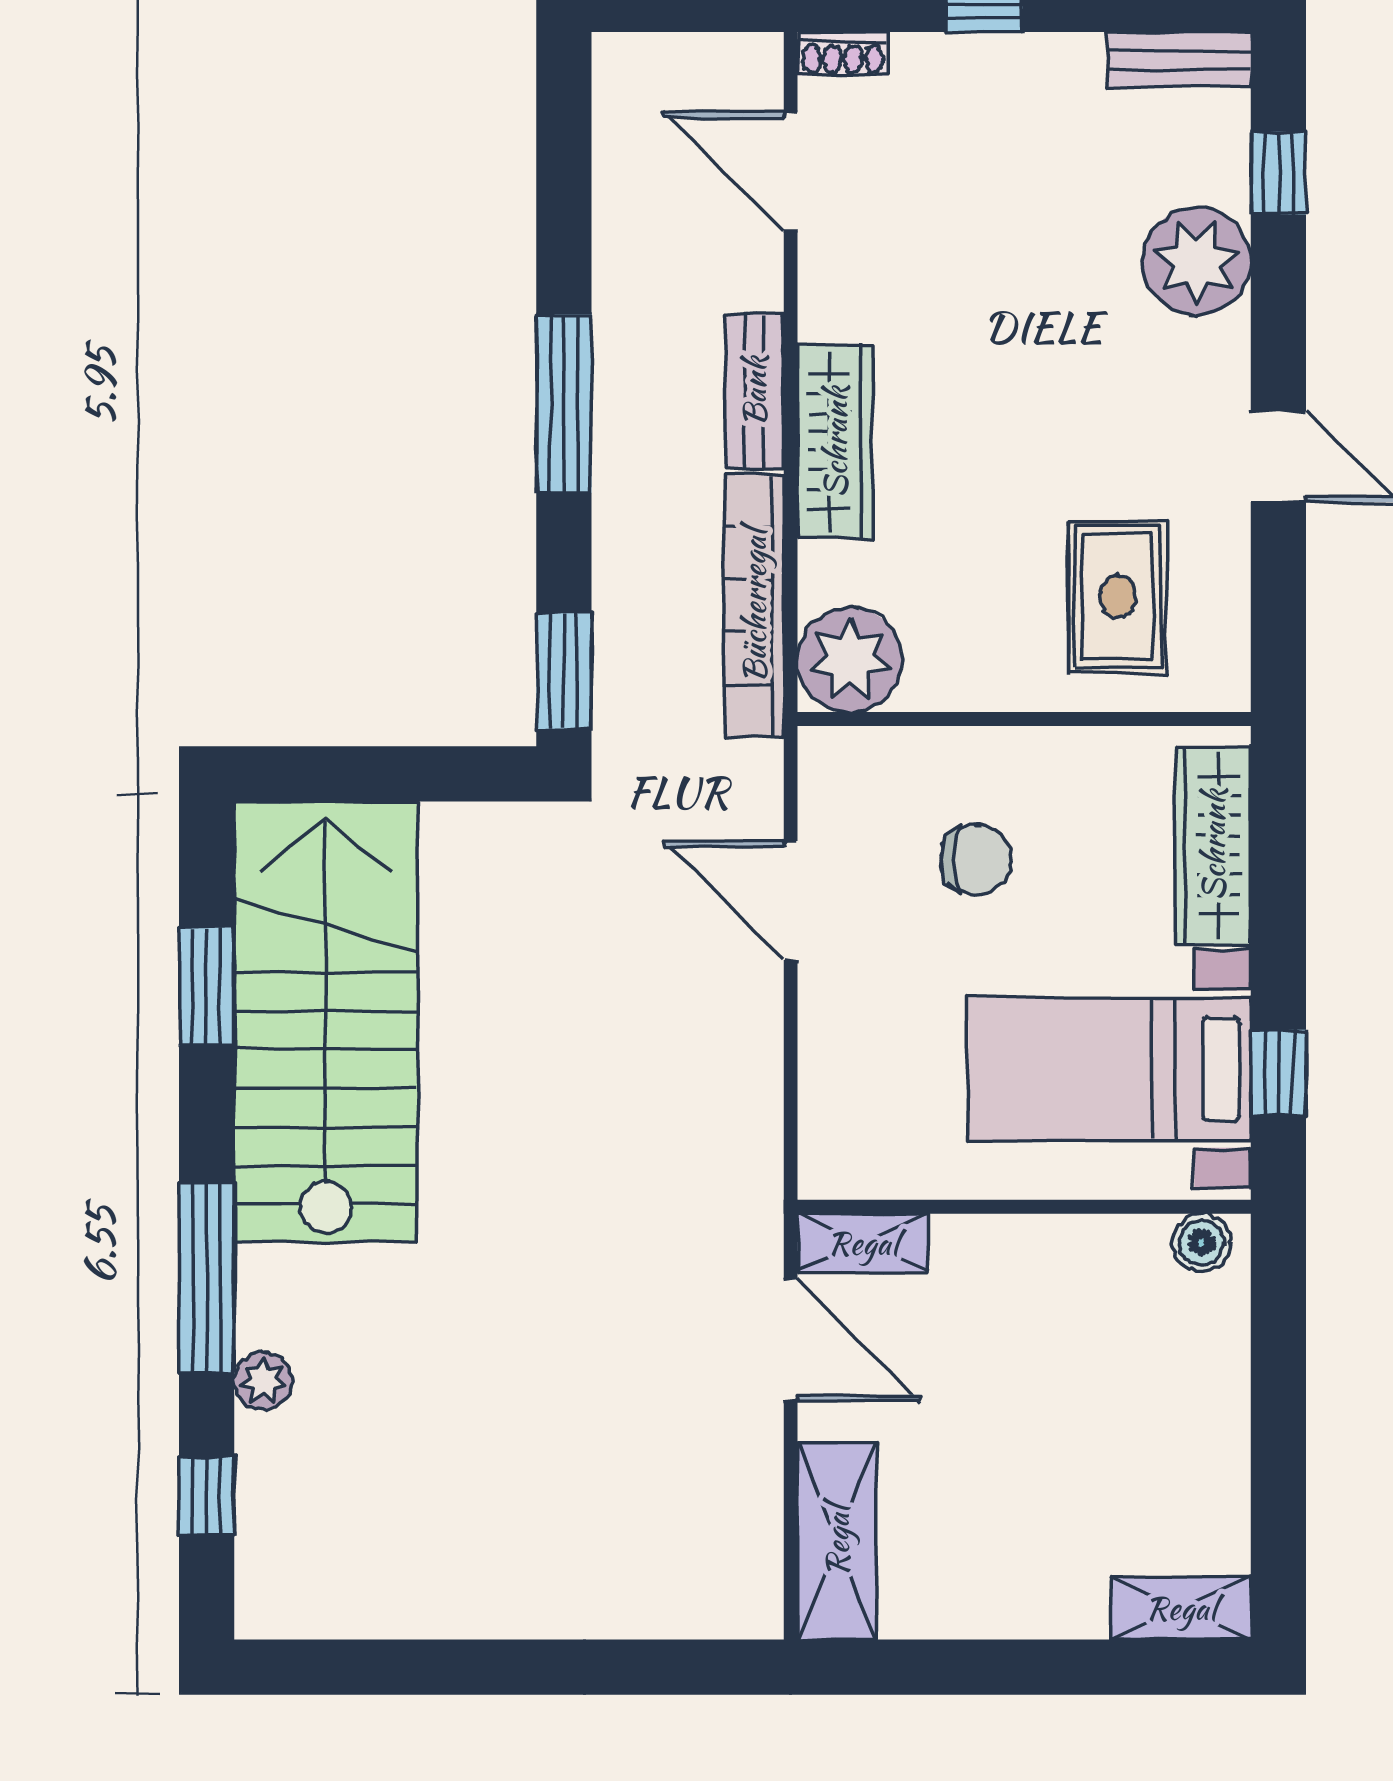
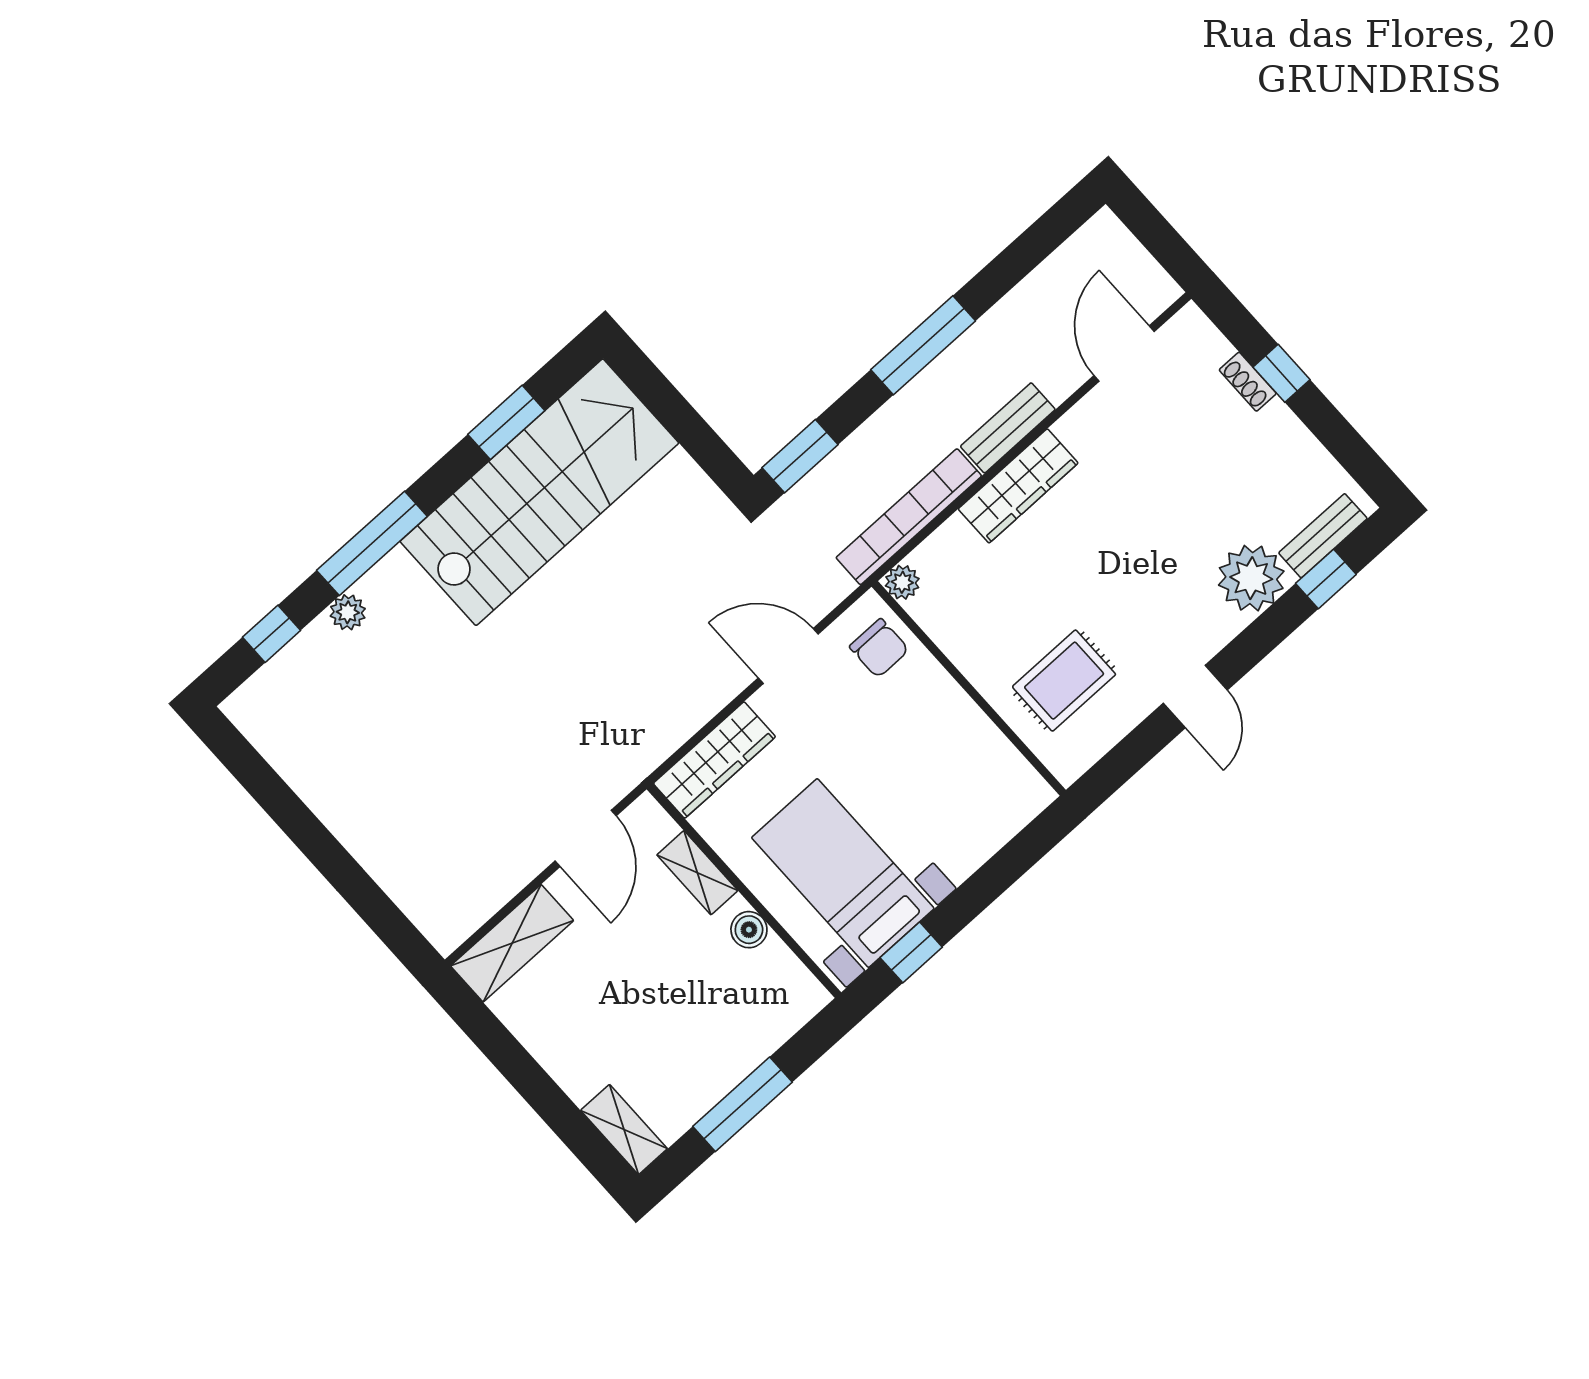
shoe rack: (843, 54) -> (1248, 382), moved
bench: (1179, 59) -> (1323, 536), moved, turned 90
plant: (850, 660) -> (902, 582), width x0.53, depth x0.53
wardrobe: (1213, 845) -> (714, 760), moved, turned 180
chair: (975, 860) -> (879, 648), moved
door: (791, 900) -> (788, 656), hinge flipped
shelving: (863, 1243) -> (697, 873), moved
boiler: (1202, 1243) -> (749, 930), moved
window: (1278, 1439) -> (742, 1104), added

